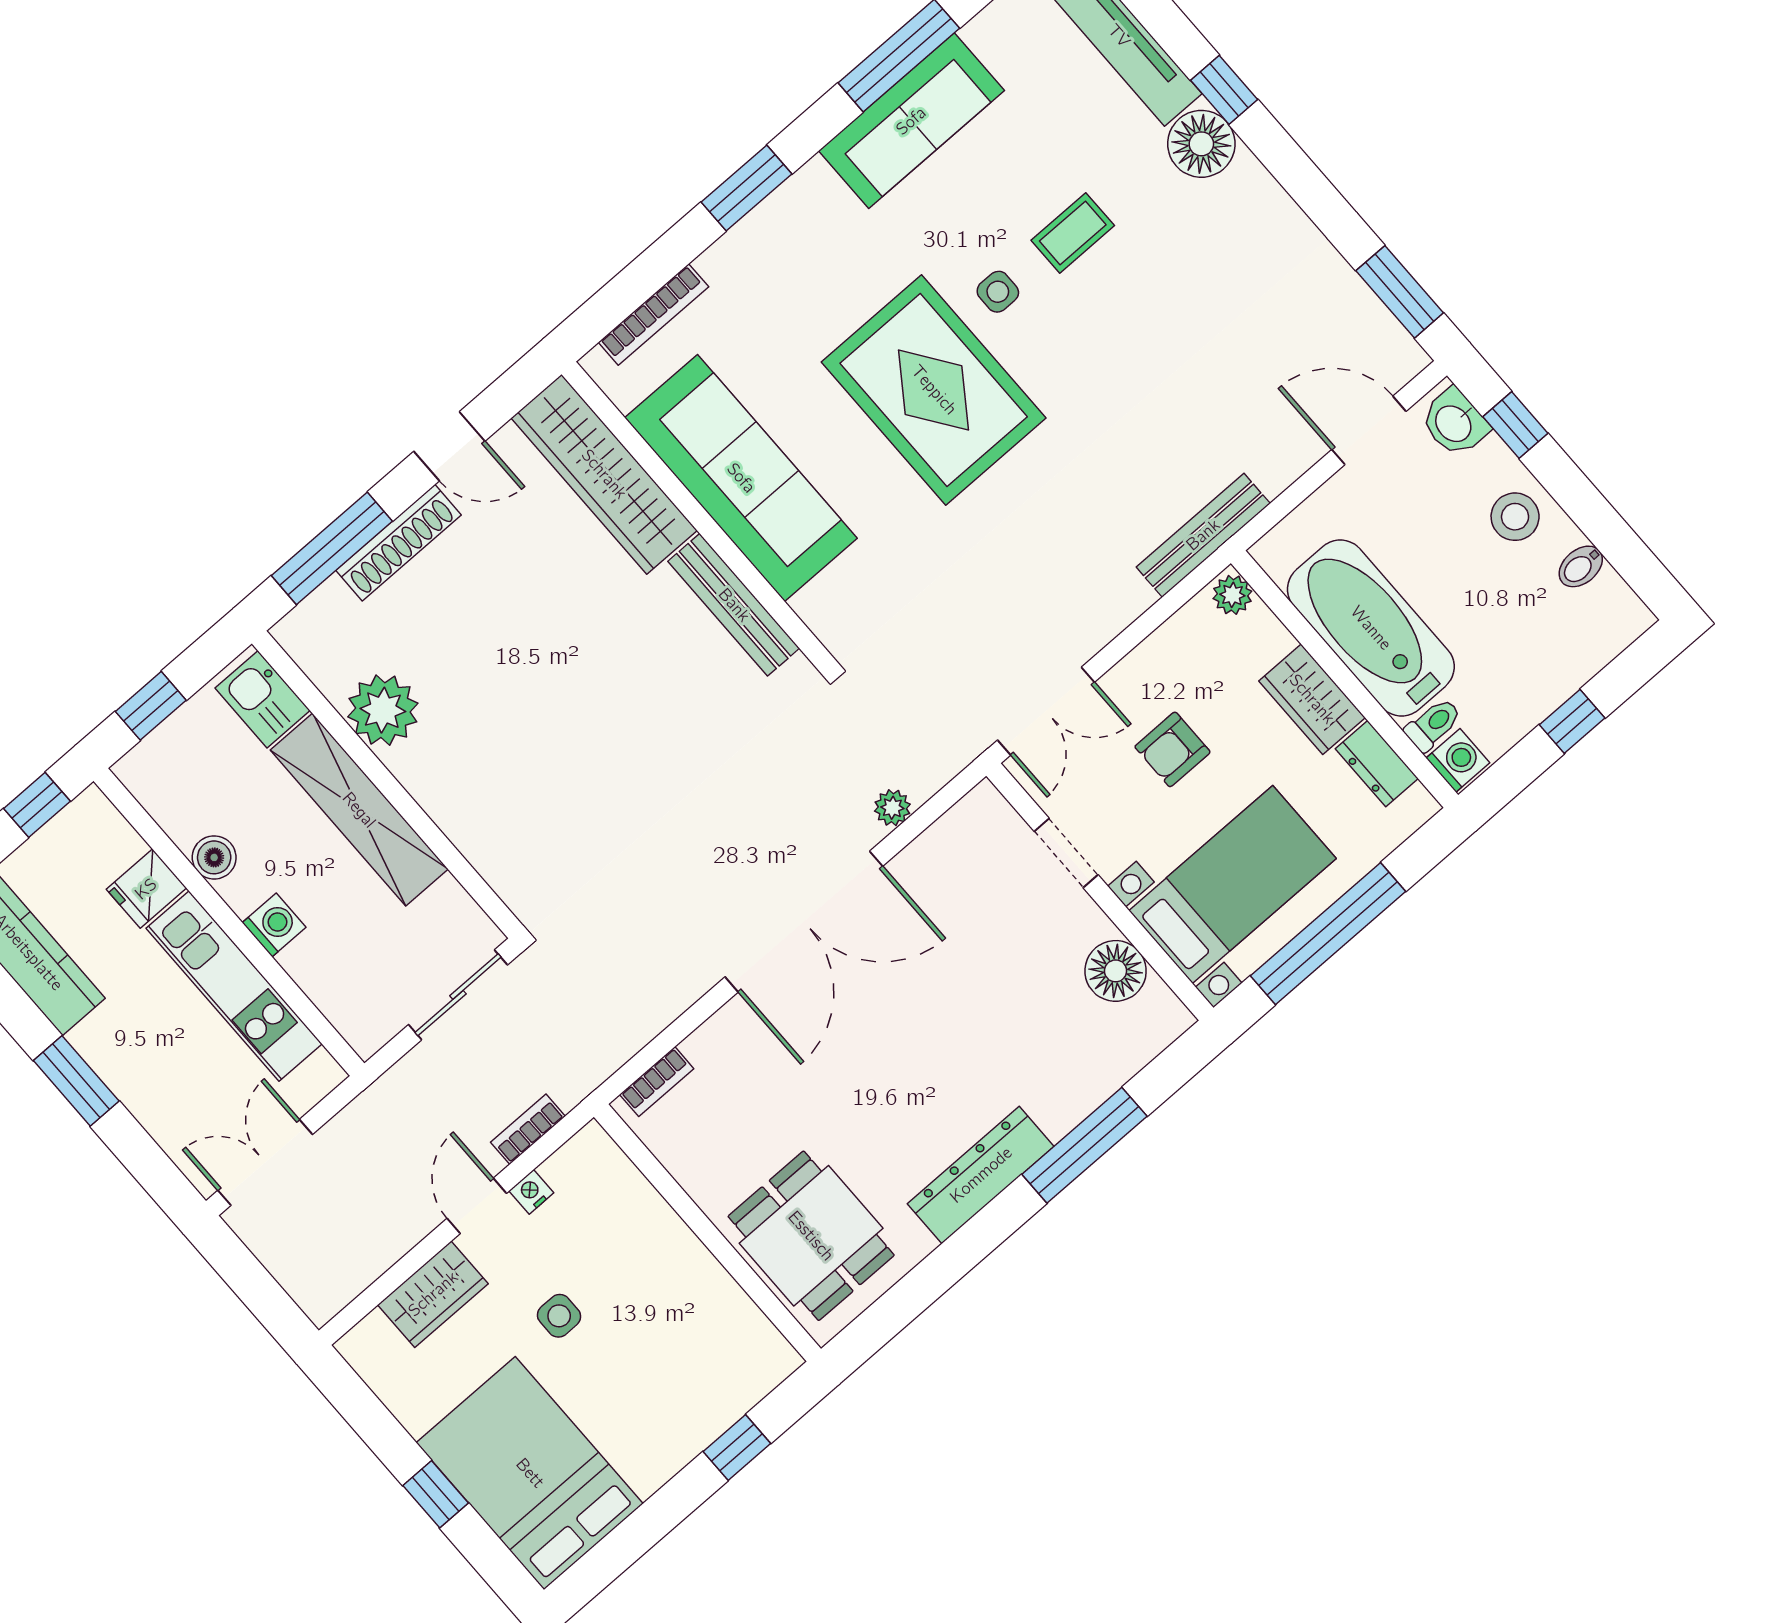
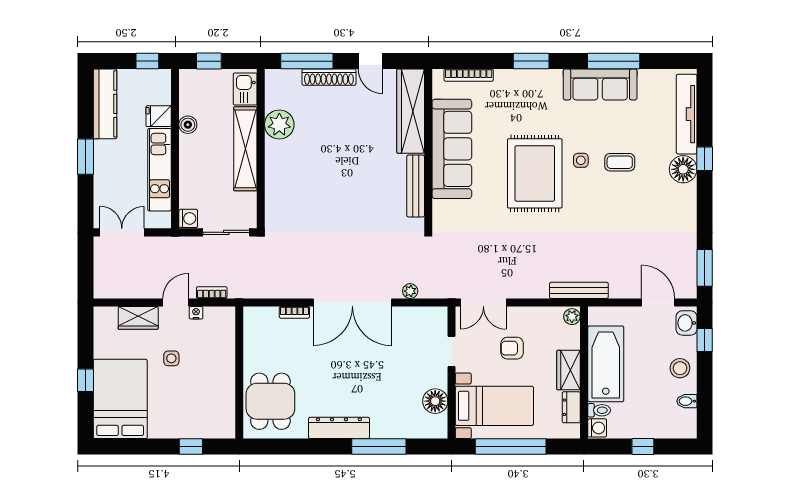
washing machine: (274, 925) -> (188, 218), moved
bookcase: (657, 1082) -> (294, 312), moved

